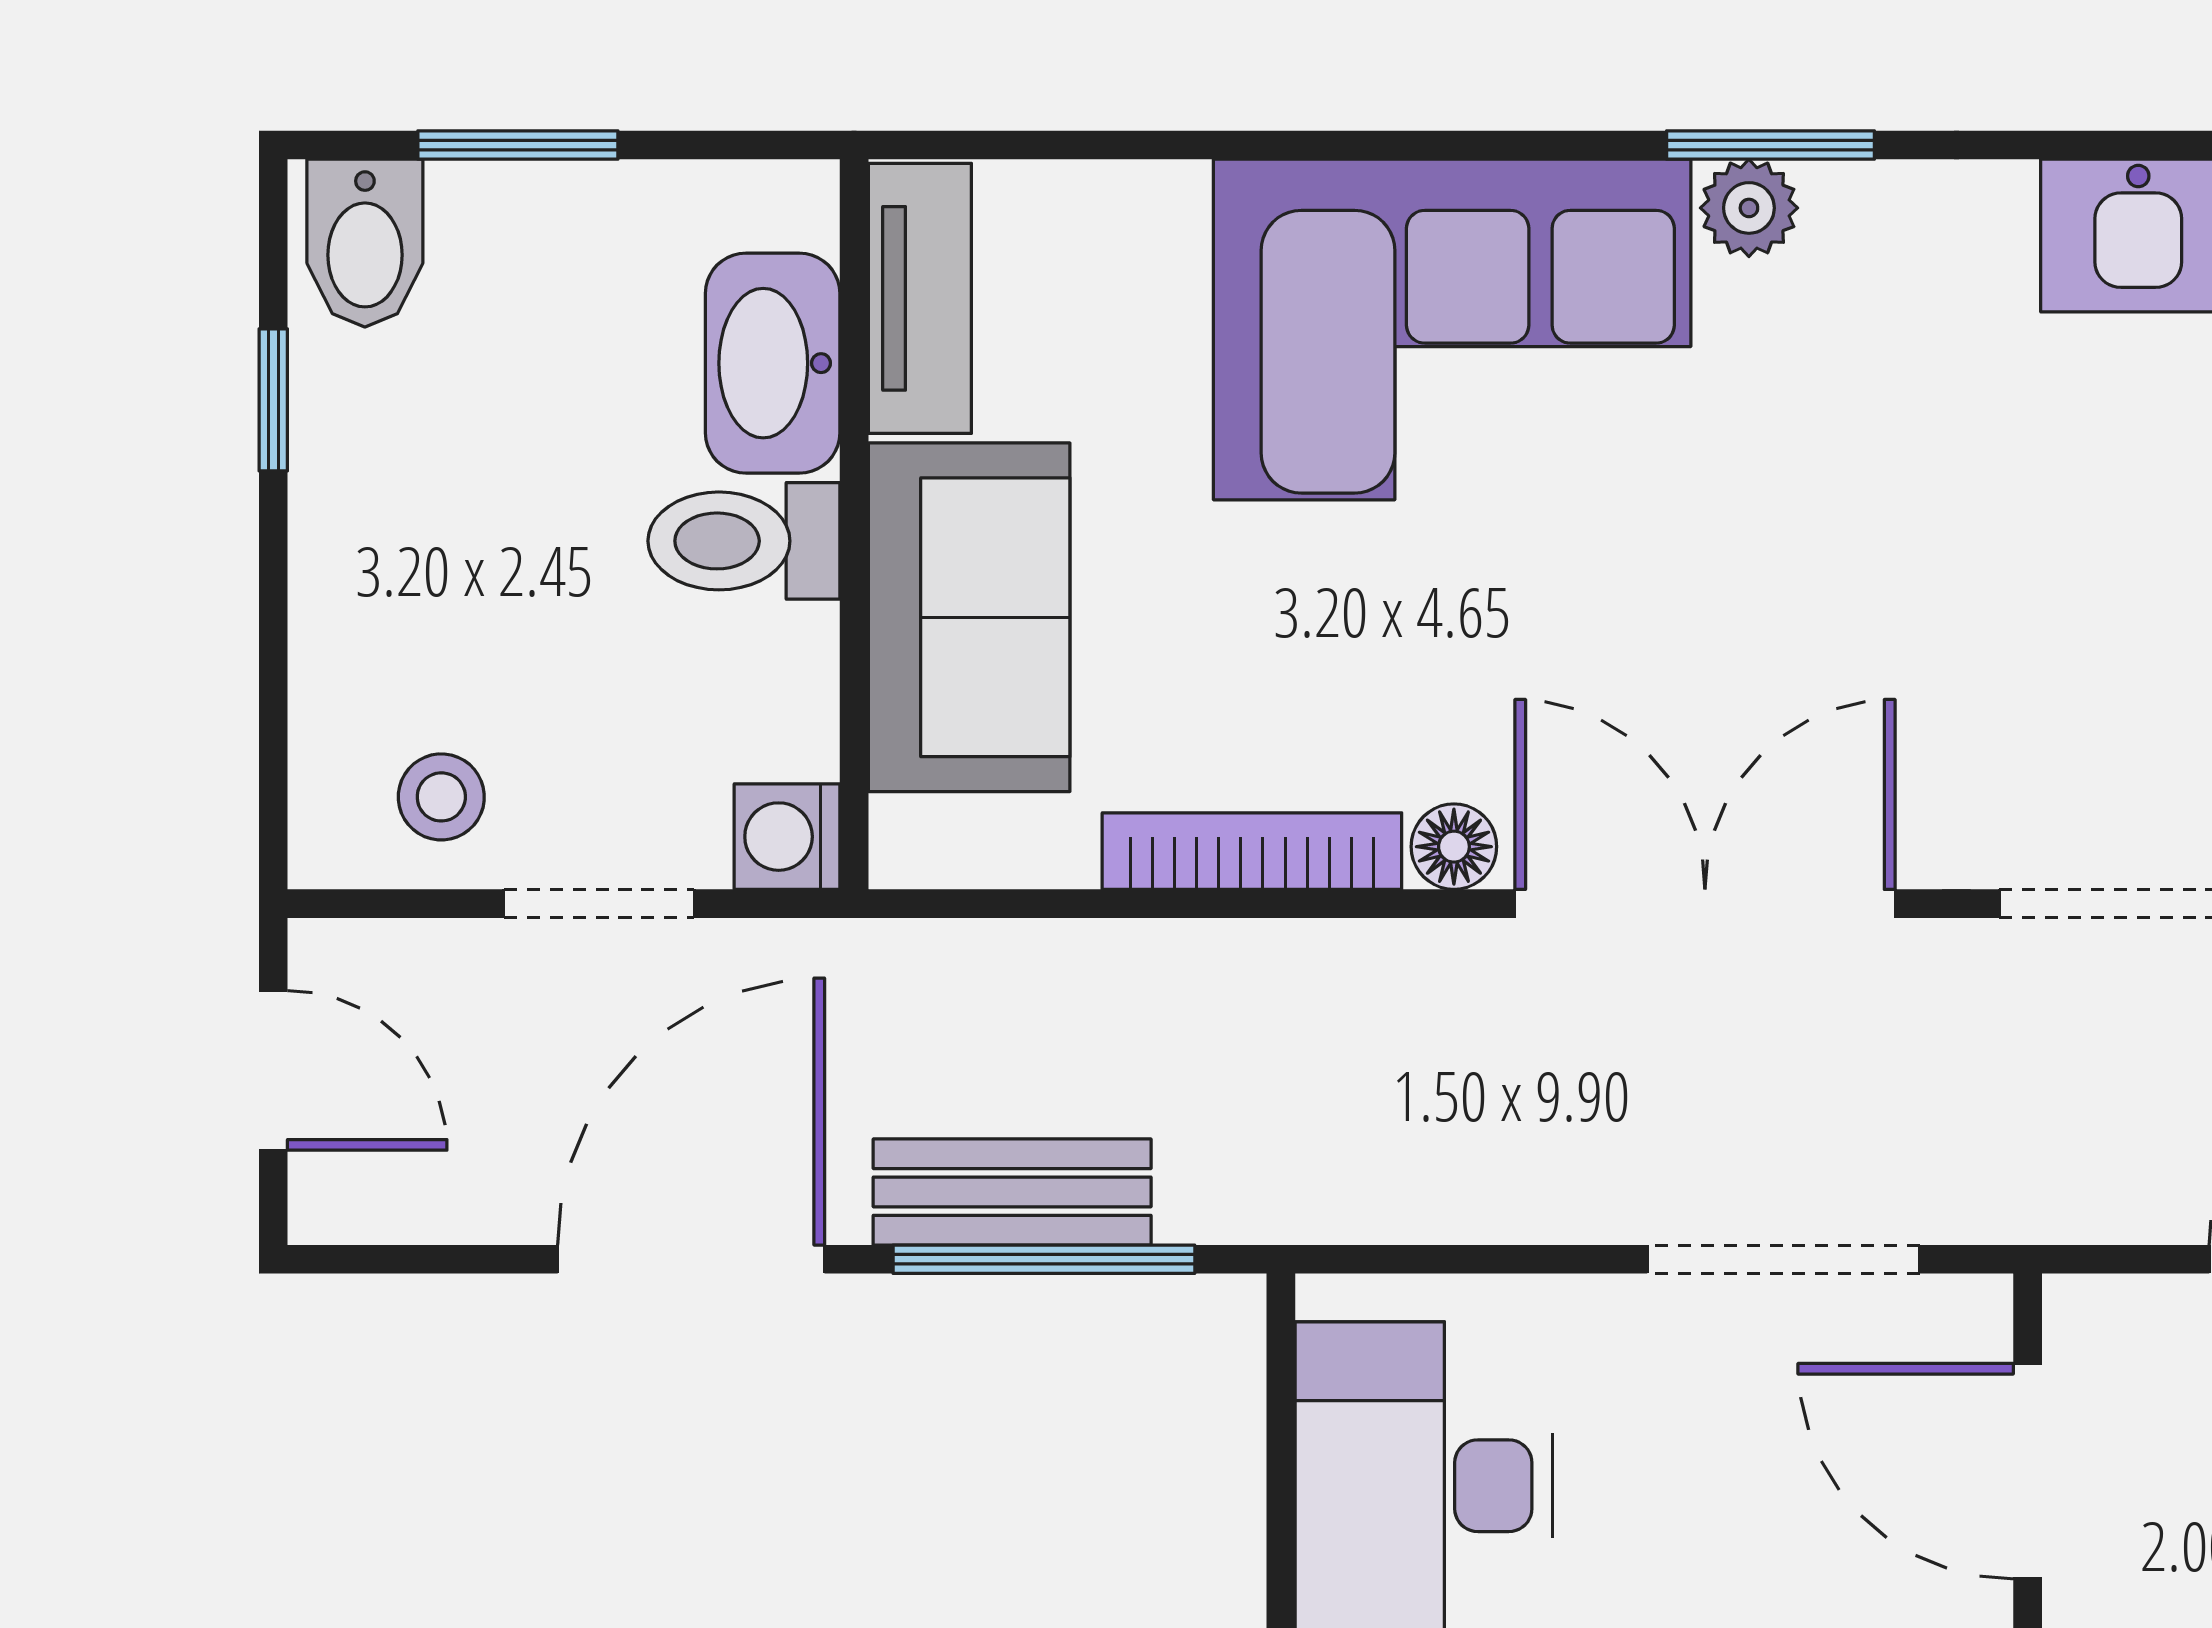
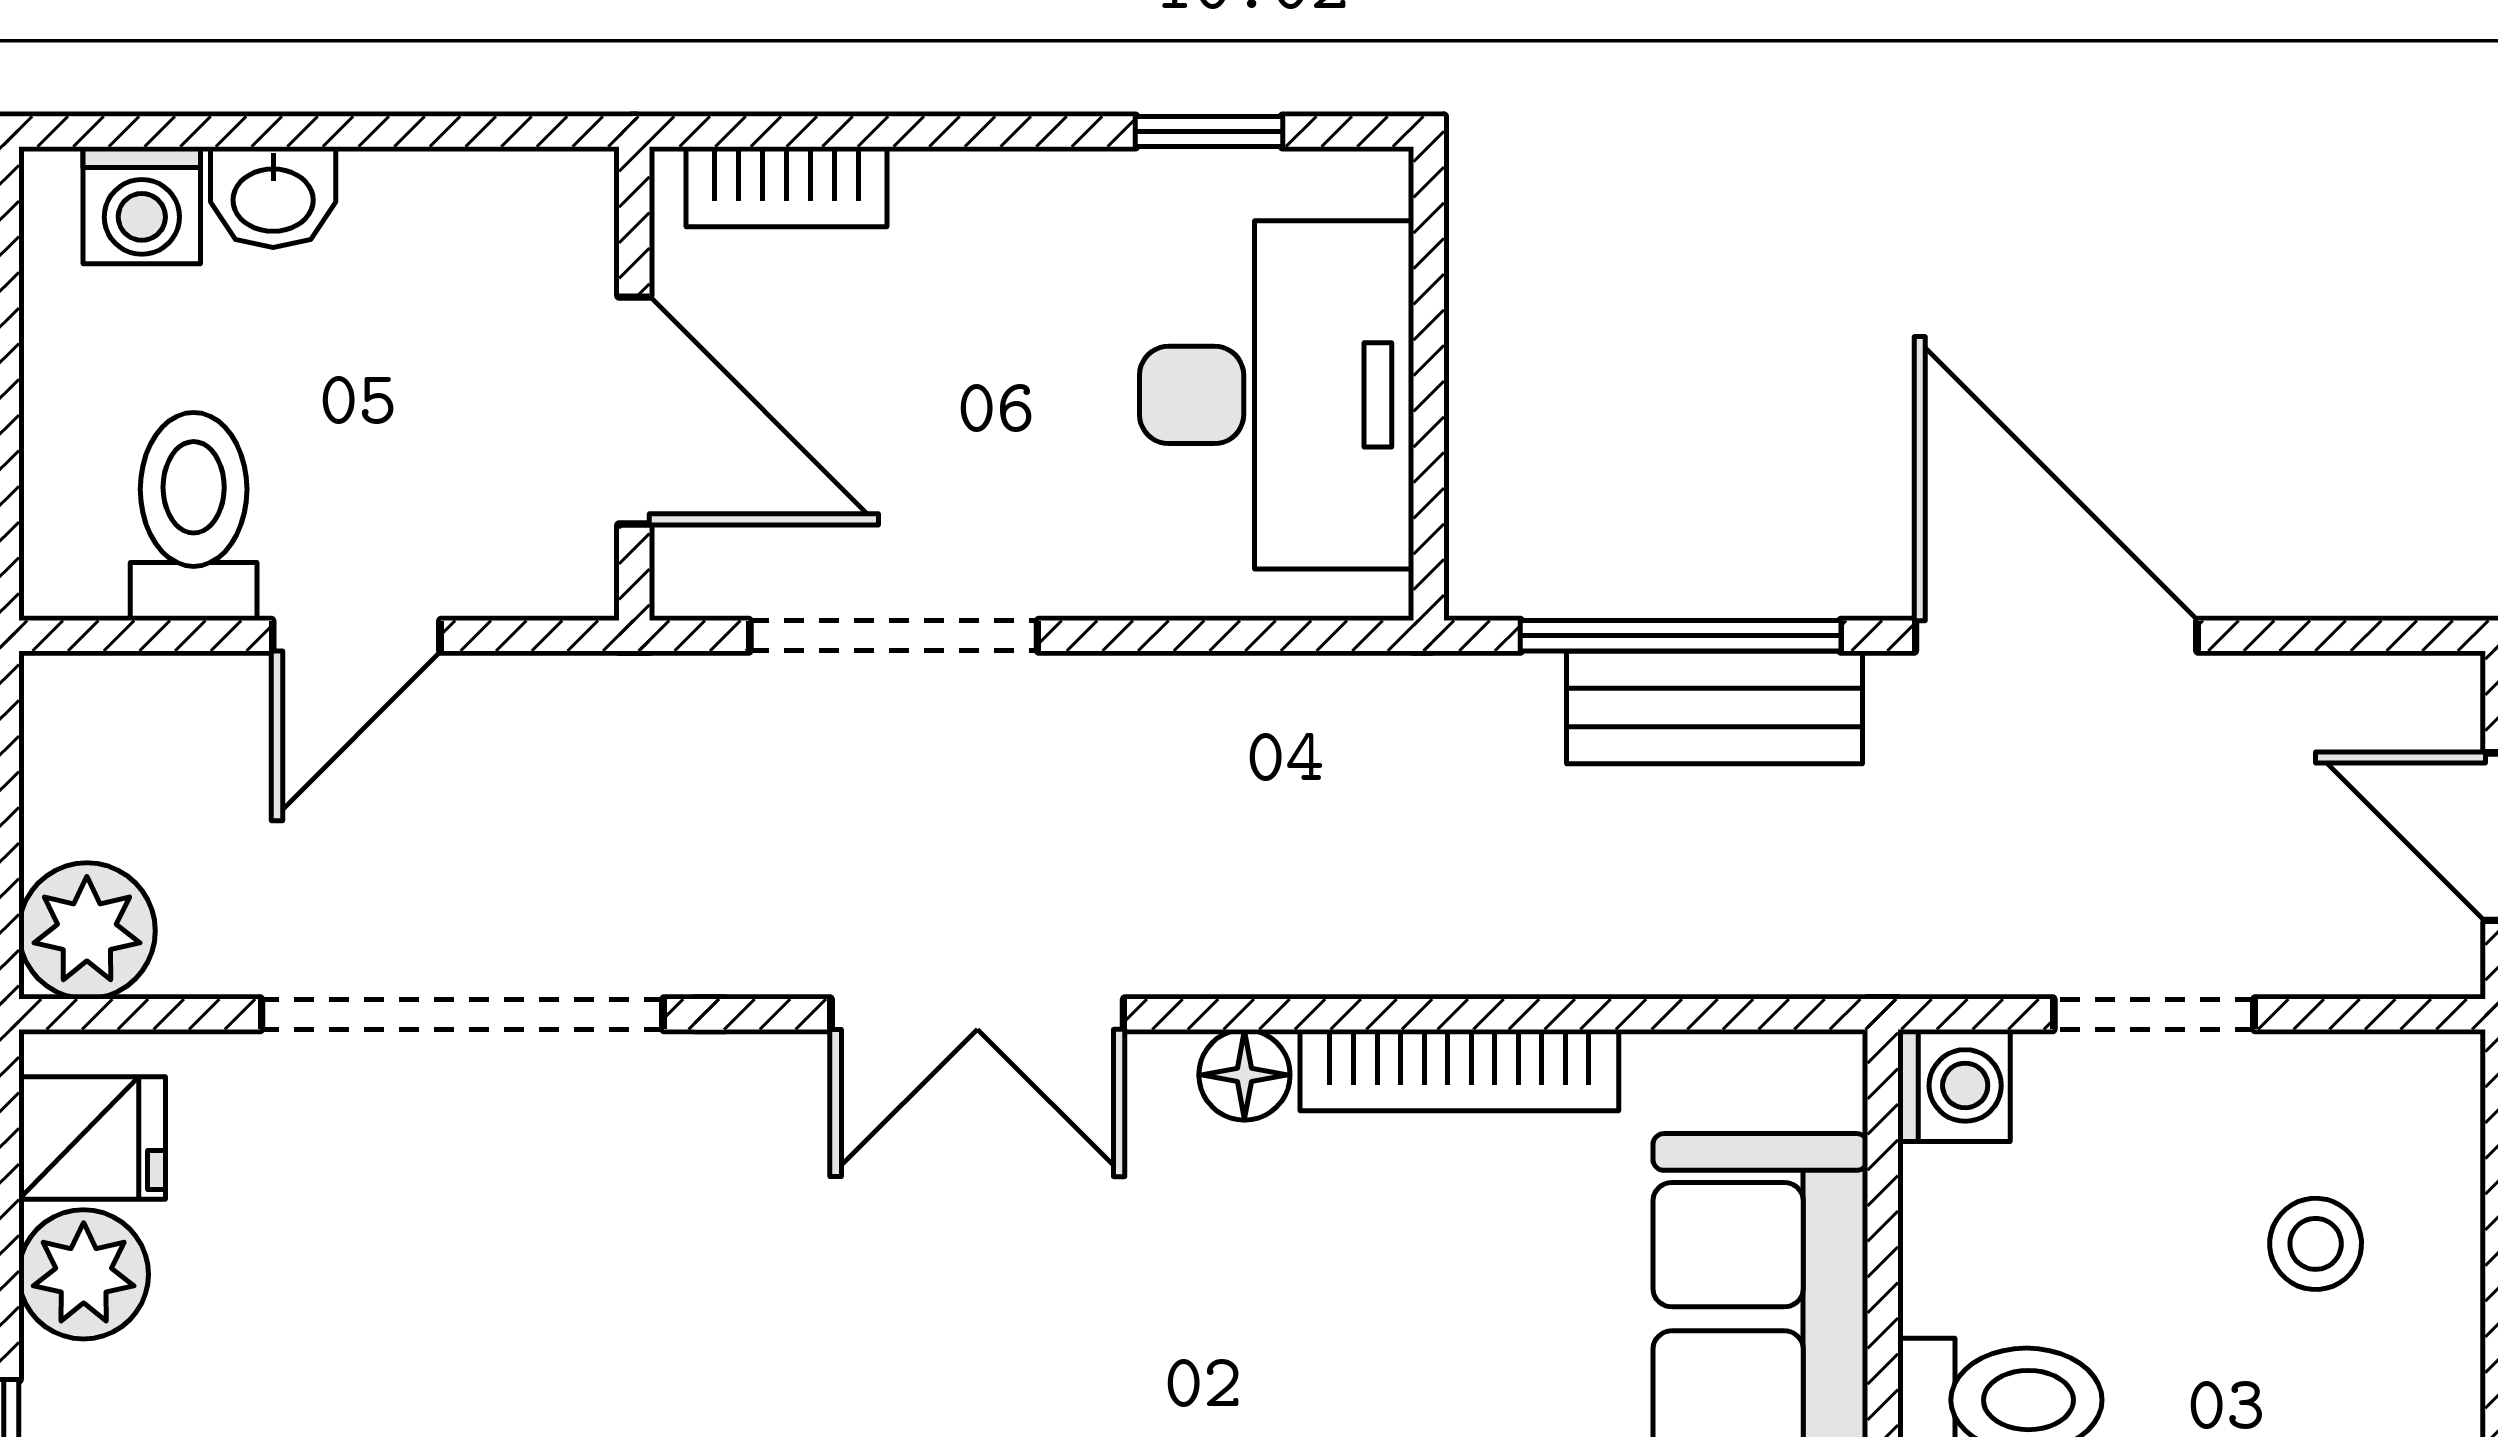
stool: (441, 797) -> (2316, 1244), moved
double door: (1705, 904) -> (977, 1014), width x0.73
door: (691, 1259) -> (2056, 636), swing flipped

